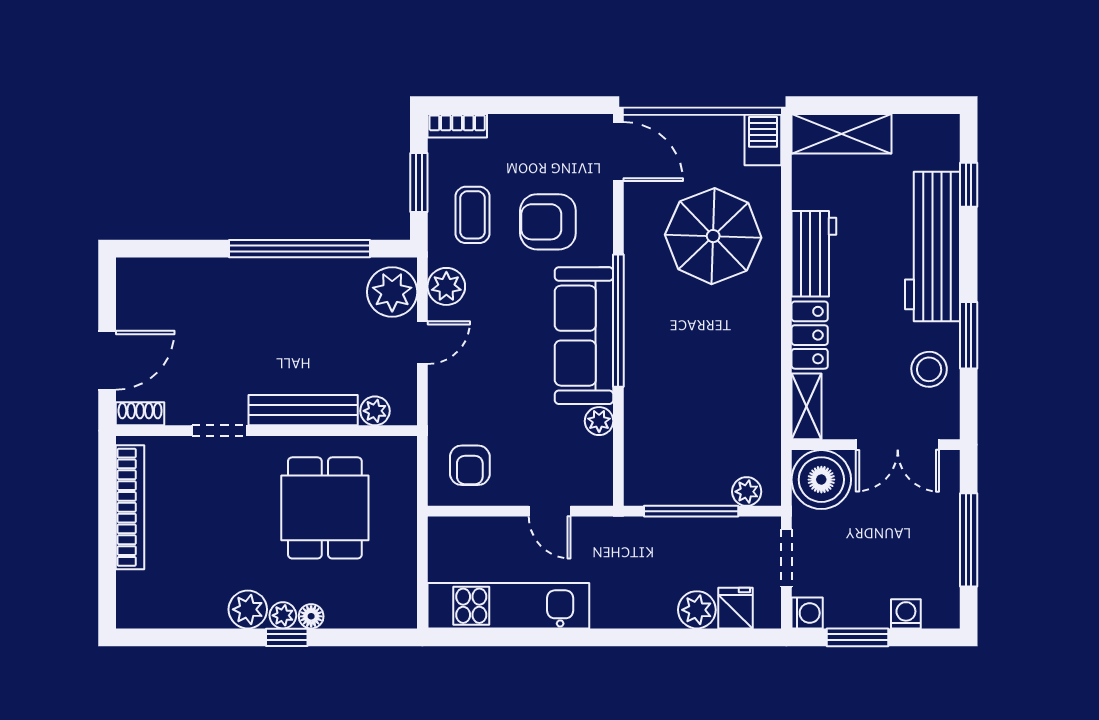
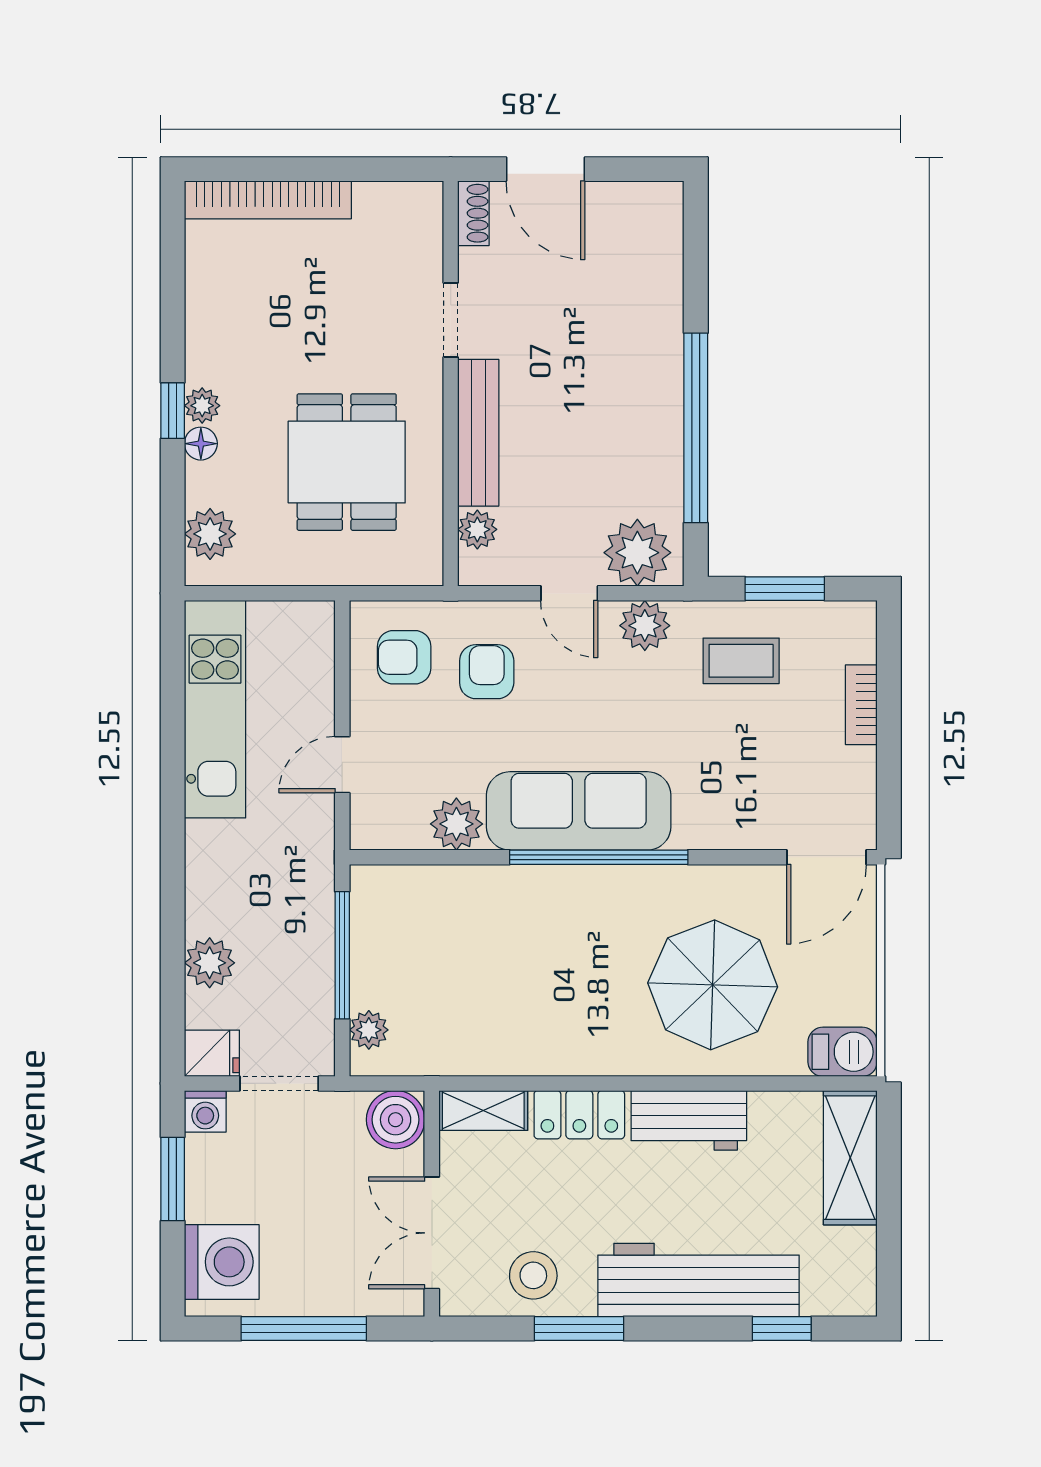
bookcase: (457, 126) -> (861, 705), moved
armchair: (548, 222) -> (487, 672), moved, width x0.72, depth x0.72
plant: (599, 421) -> (456, 824), width x1.38, depth x1.38
boiler: (821, 480) -> (396, 1120), width x0.73, depth x0.73
bookcase: (130, 507) -> (268, 200), moved
dining table: (325, 508) -> (347, 462), turned 90
fridge: (736, 608) -> (212, 1053), moved
plant: (248, 609) -> (210, 534), moved
washing machine: (906, 614) -> (222, 1262), width x1.89, depth x1.89

